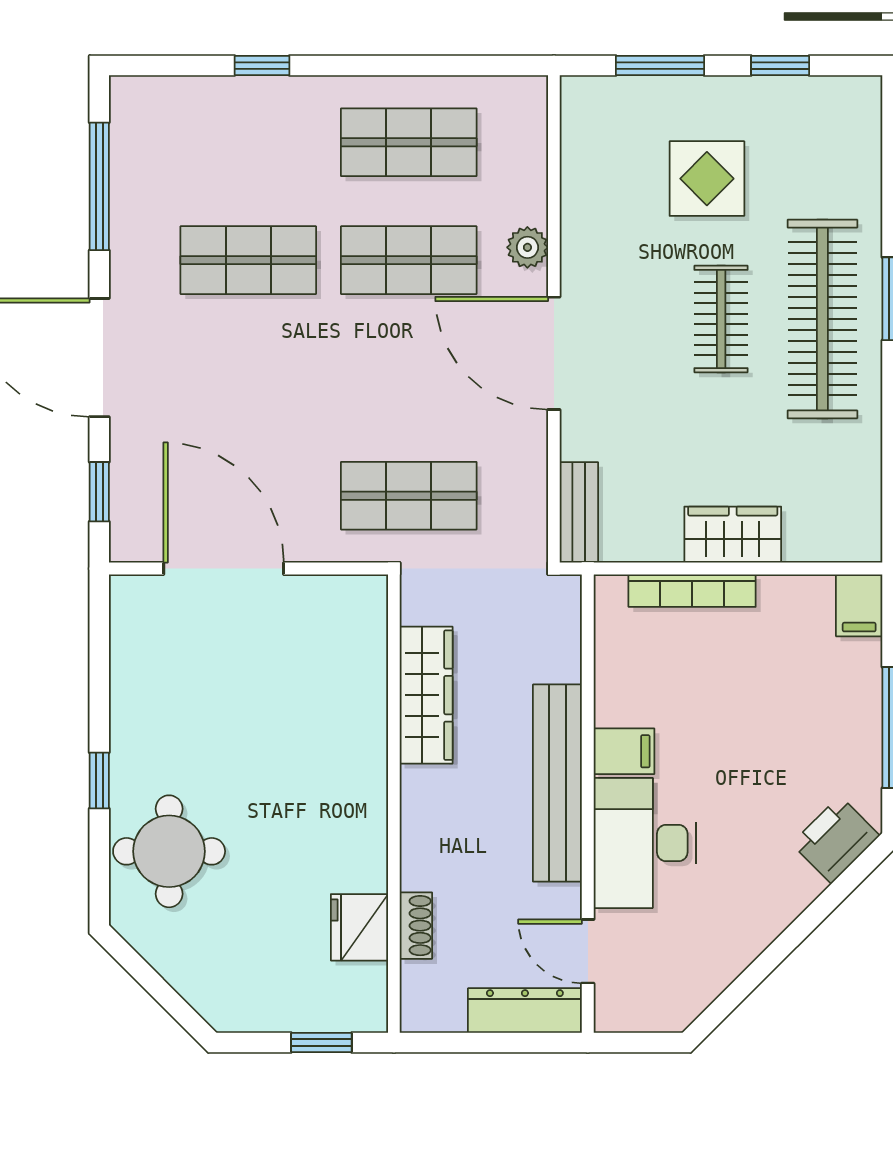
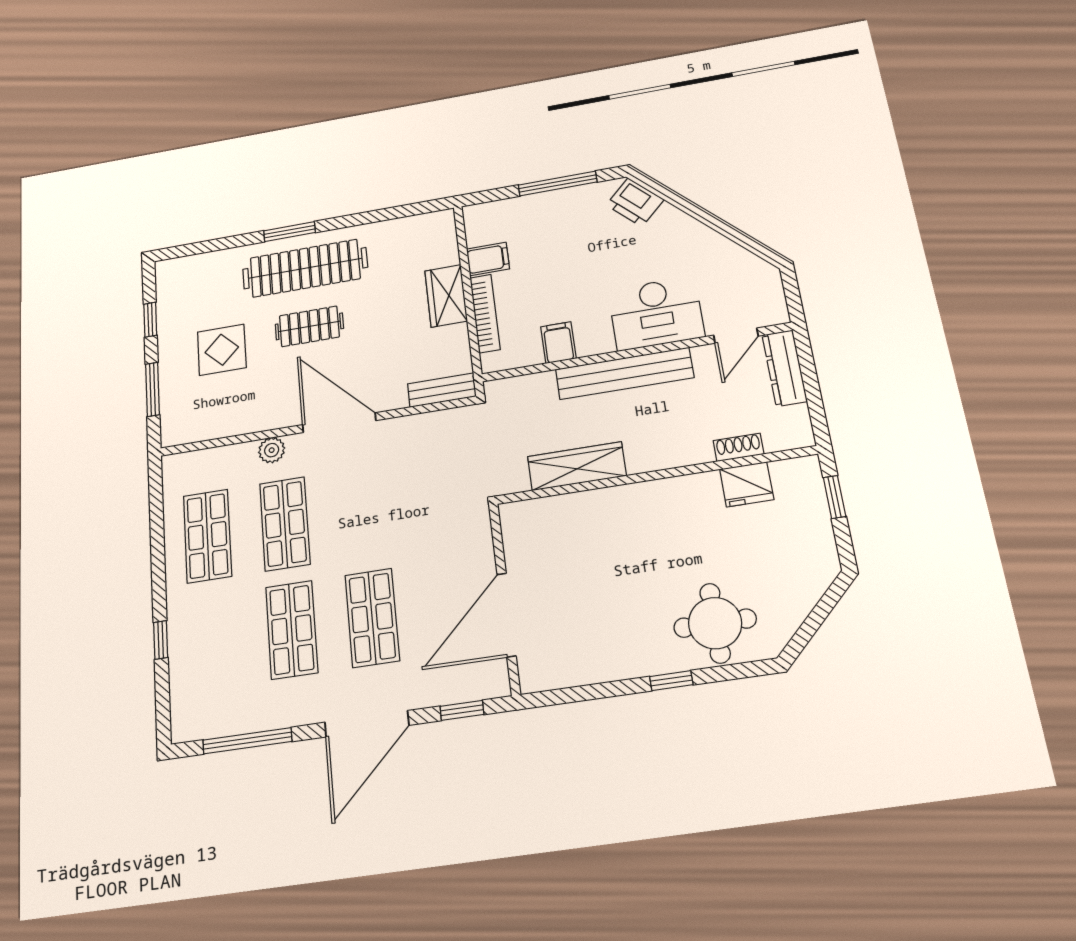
door: (554, 353) -> (339, 423), swing flipped
shop shelf: (409, 496) -> (372, 618), moved
filing cabinet: (859, 605) -> (488, 259), moved
filing cabinet: (624, 751) -> (558, 343), moved

